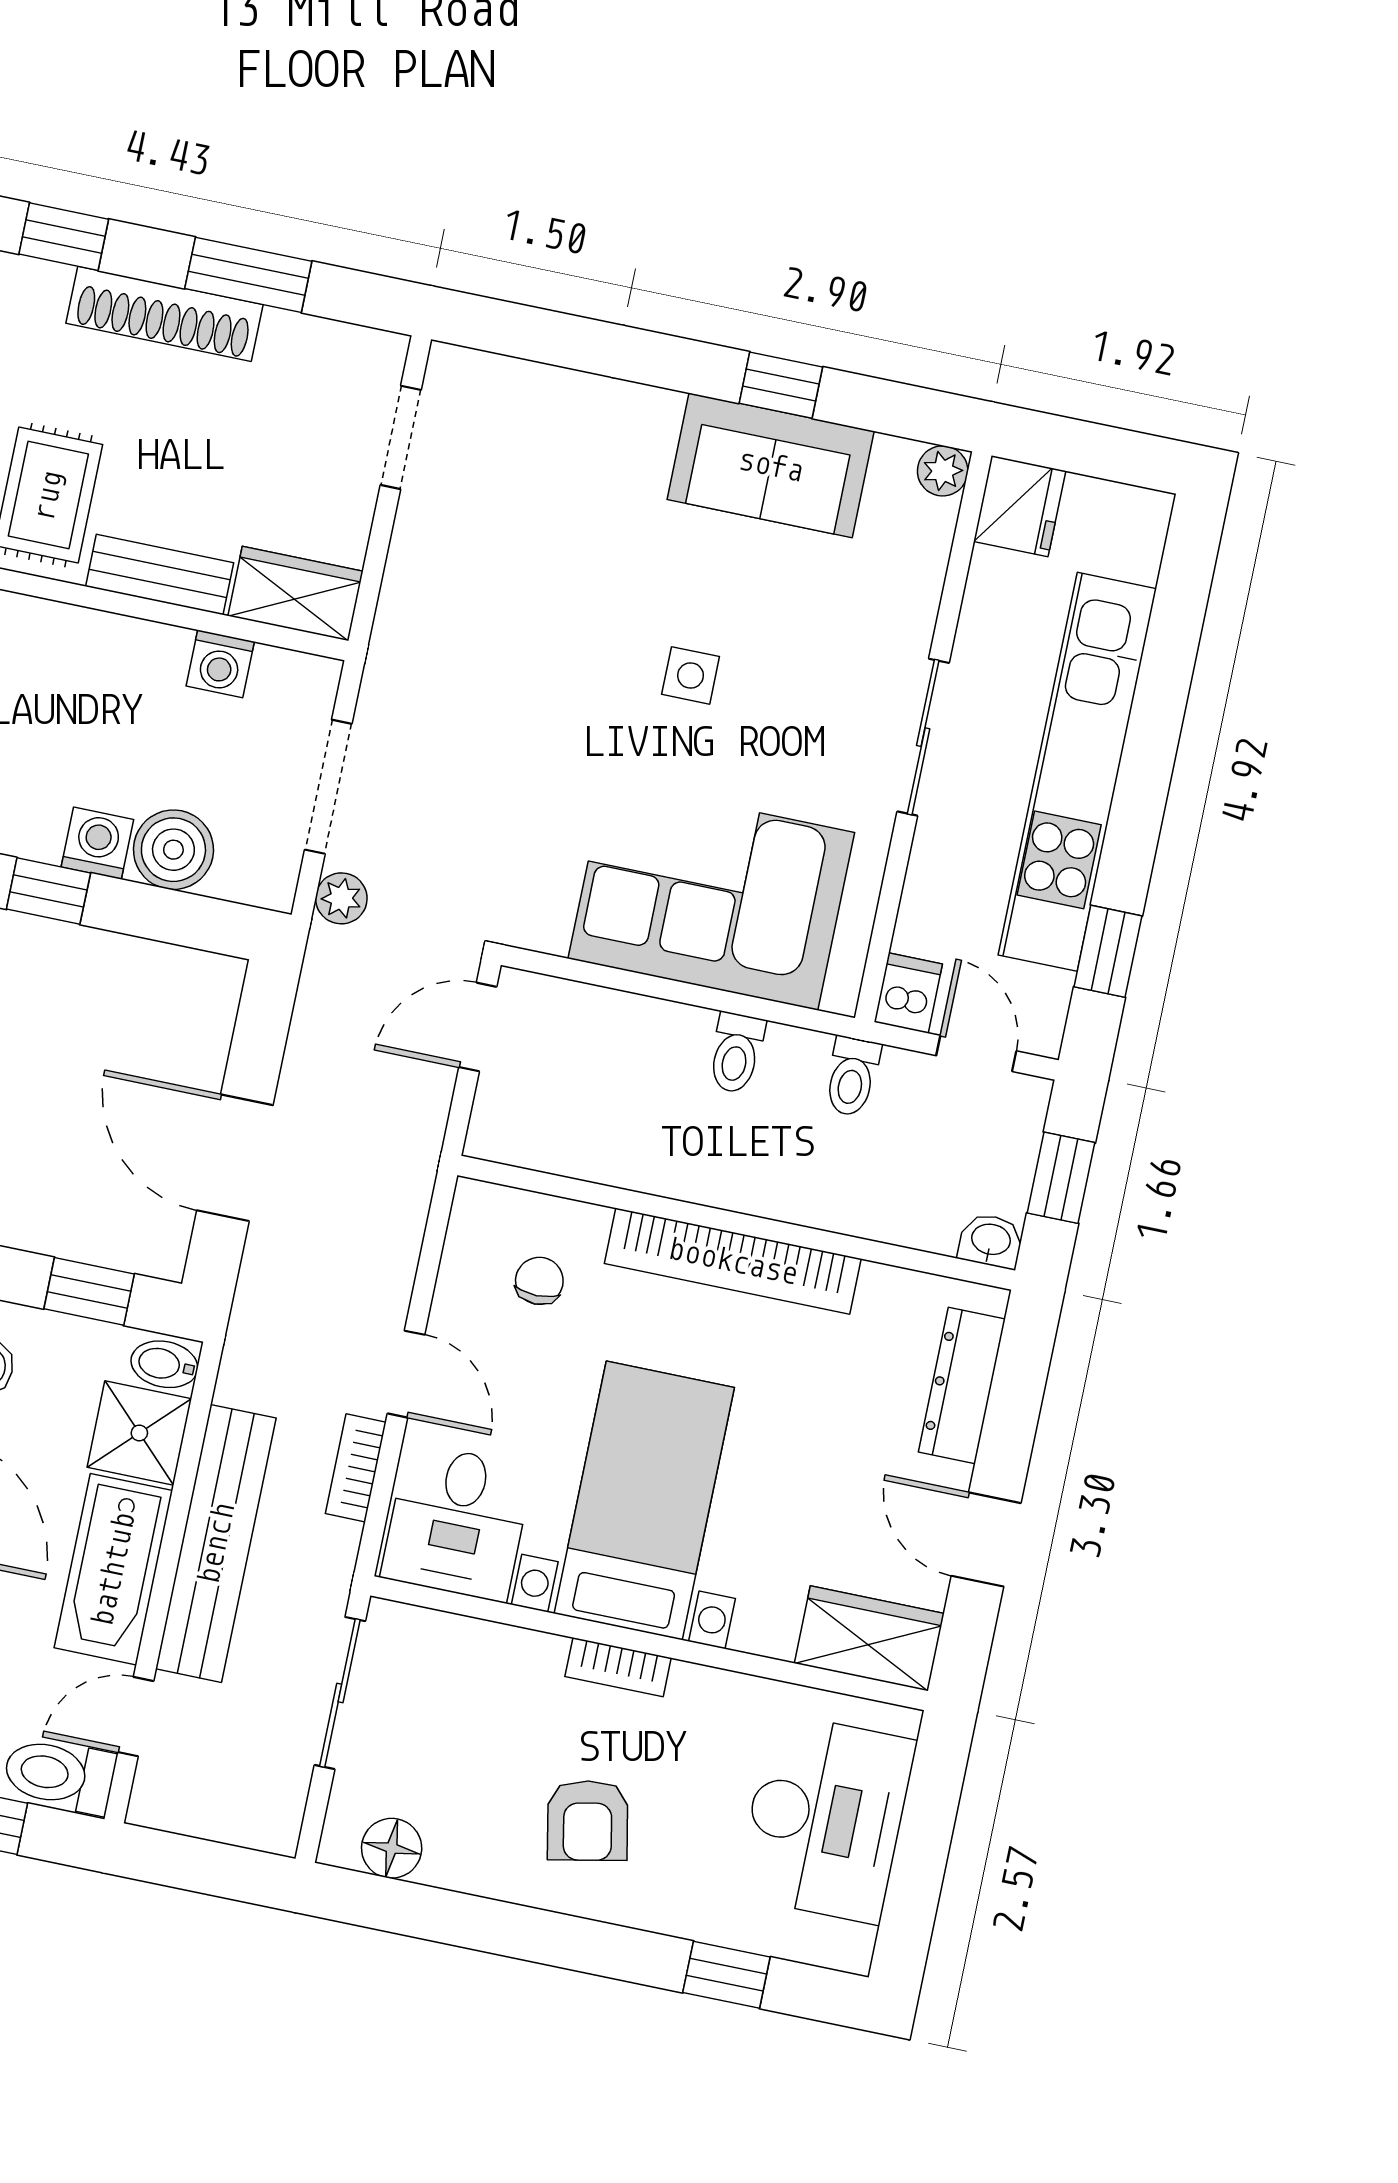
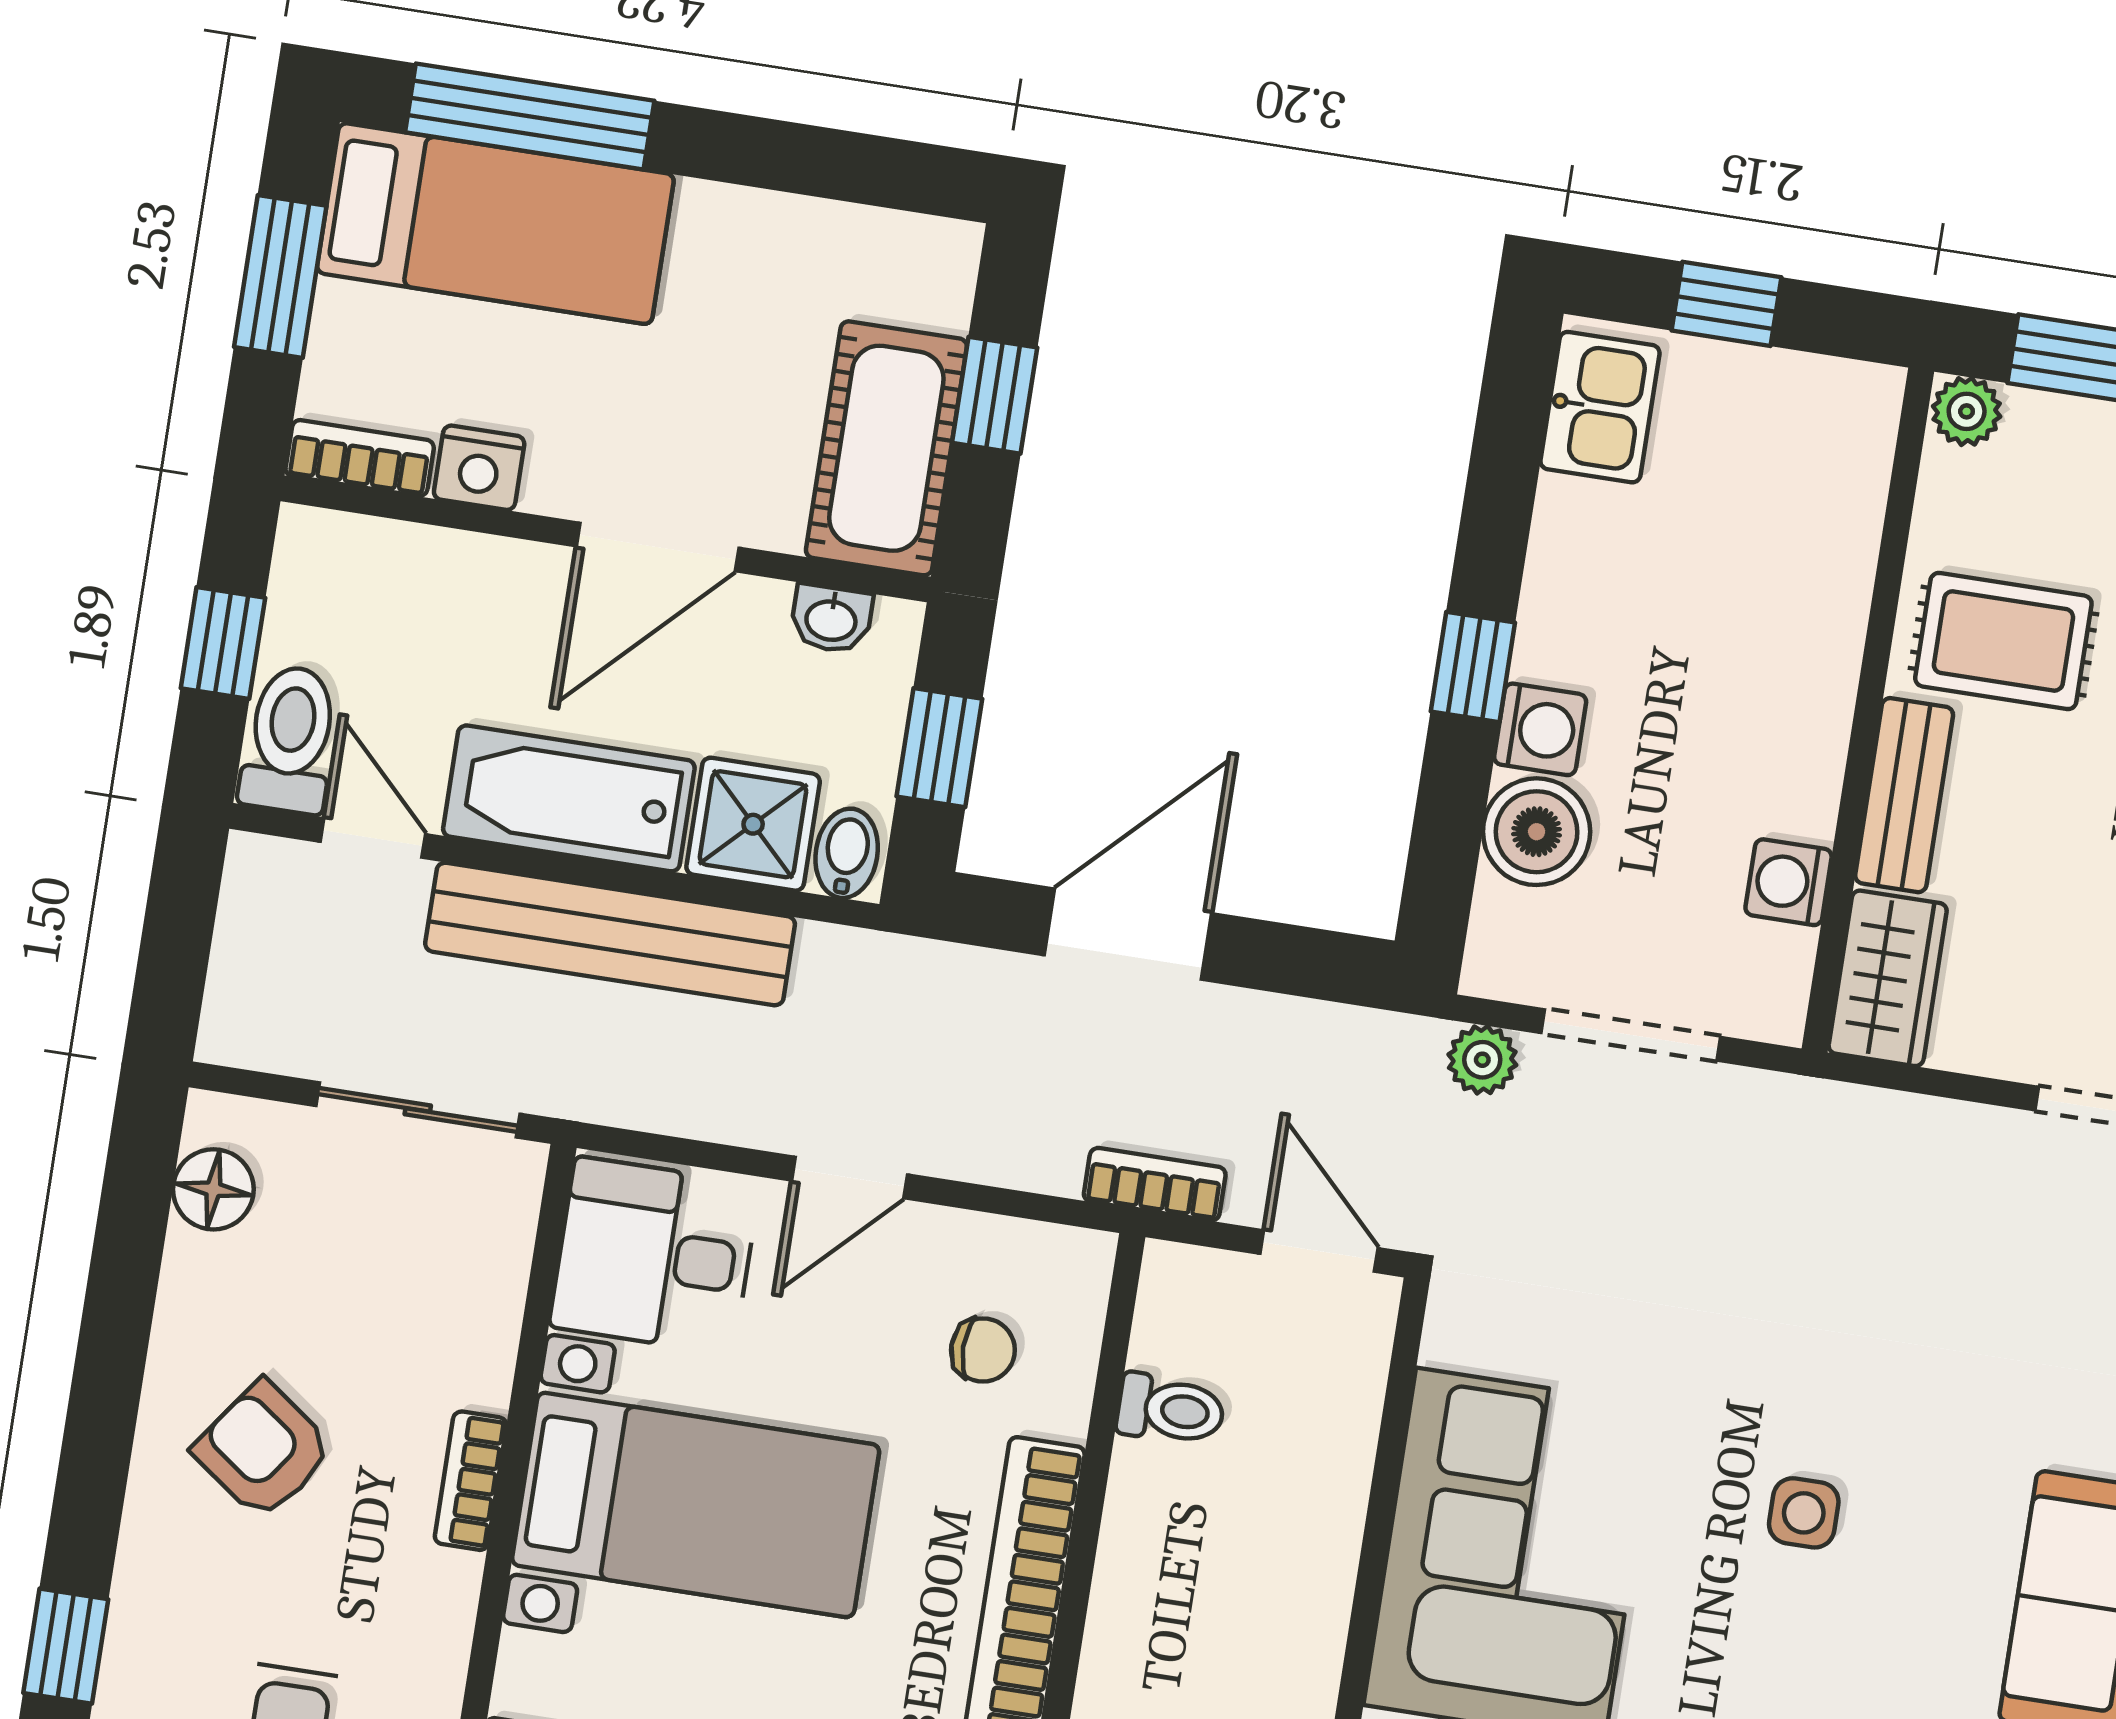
toilet: (736, 1053) -> (1171, 1410), moved, turned 180
bookcase: (356, 1468) -> (1155, 1184), moved
armchair: (588, 1821) -> (263, 1450), turned 47

